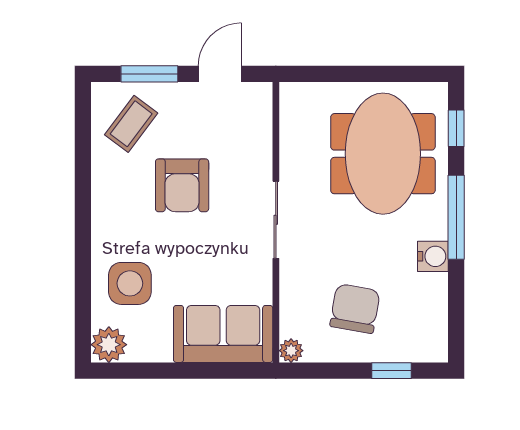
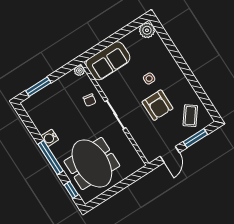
armchair: (182, 185) -> (157, 105), turned 180
side table: (130, 283) -> (149, 78), moved, width x0.54, depth x0.54
chair: (355, 309) -> (90, 100), moved, width x0.54, depth x0.54
window: (392, 371) -> (38, 87), width x1.50

